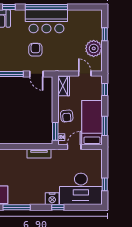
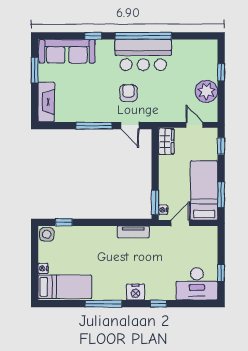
armchair: (67, 116) -> (170, 182), removed
desk: (81, 189) -> (197, 284), width x0.73, depth x0.77
nightstand: (52, 199) -> (135, 292), moved

